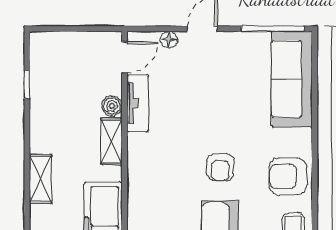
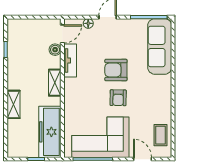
boiler: (112, 106) -> (55, 50), moved
armchair: (288, 176) -> (116, 70), moved

